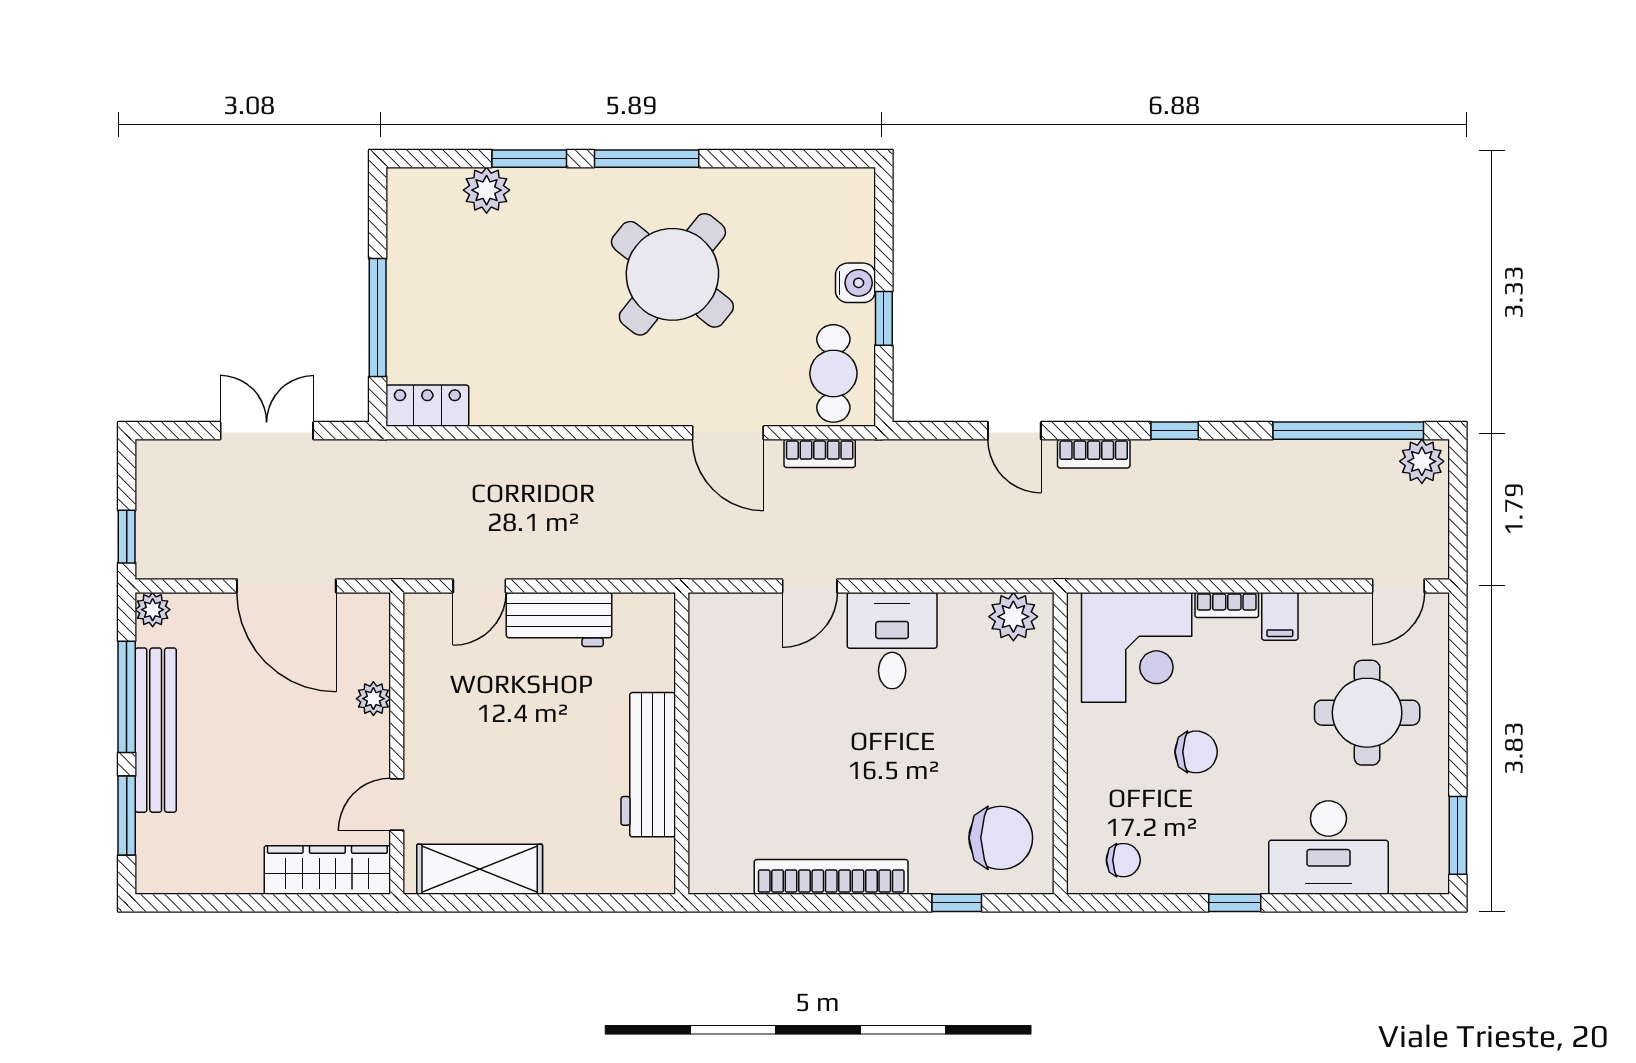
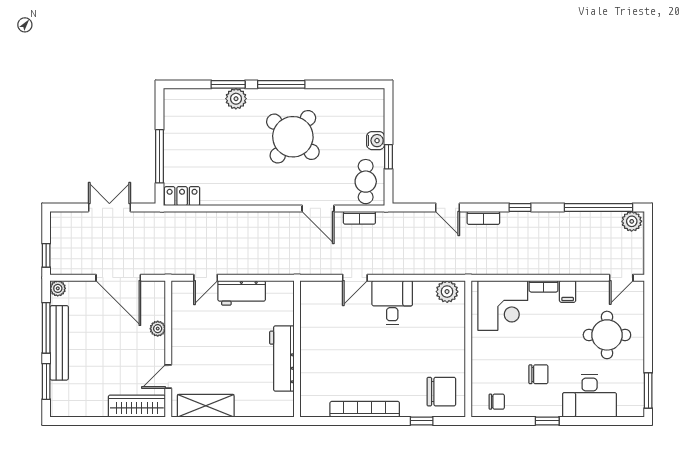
plant: (487, 190) -> (236, 99), moved
chair: (1196, 752) -> (538, 374), moved

